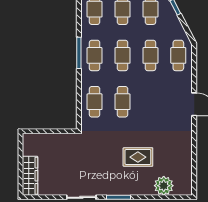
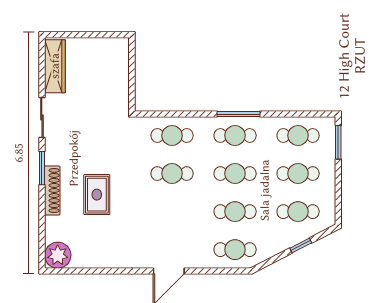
wardrobe: (30, 176) -> (55, 66), moved, turned -90
plant: (164, 186) -> (58, 255), moved
shoe rack: (135, 190) -> (52, 190), added

